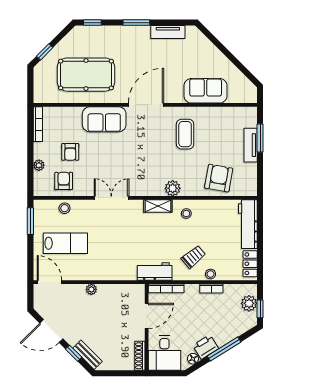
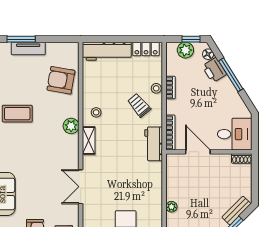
printer: (206, 347) -> (214, 70), moved
shoe rack: (140, 356) -> (242, 158), width x0.70
floor lamp: (193, 359) -> (208, 54), moved

